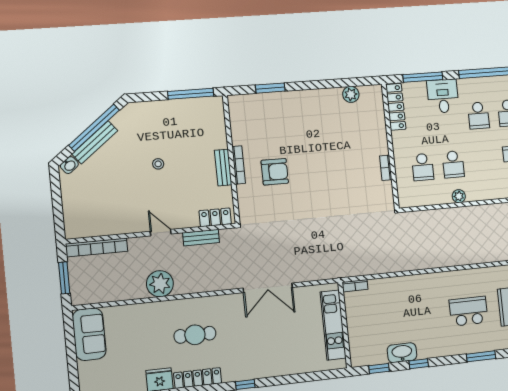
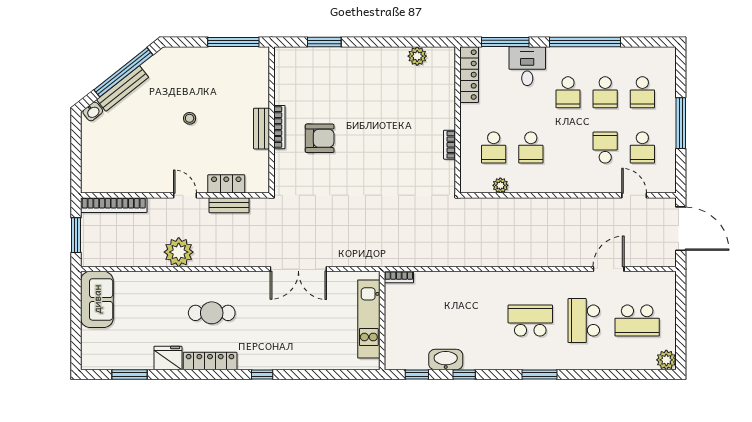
plant: (459, 196) -> (500, 185), moved
locker: (215, 217) -> (226, 184), moved

